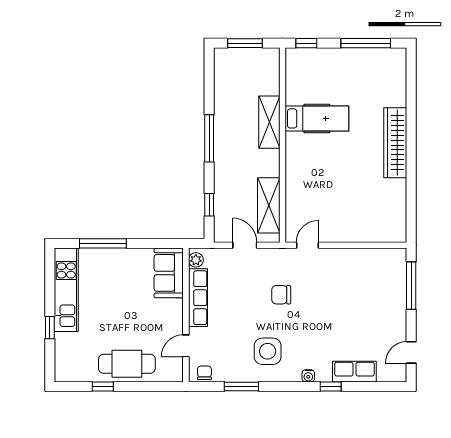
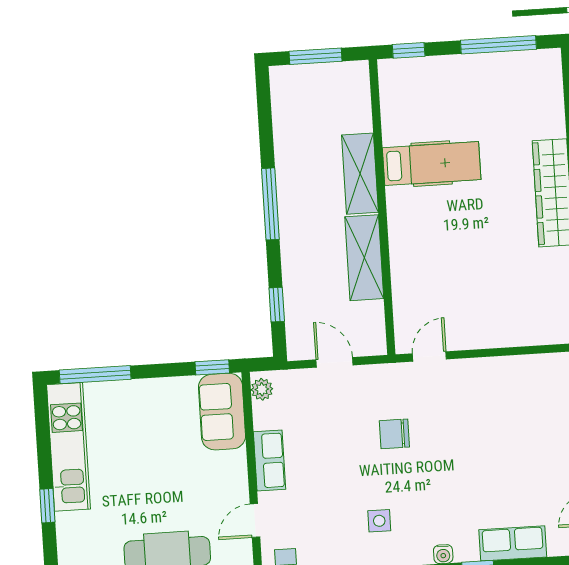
shelving: (269, 205) -> (364, 258), moved
window: (103, 243) -> (95, 375), moved
window: (164, 243) -> (212, 367), added
row of seats: (198, 298) -> (270, 461), width x0.68
side table: (268, 351) -> (379, 521), width x0.54, depth x0.54

